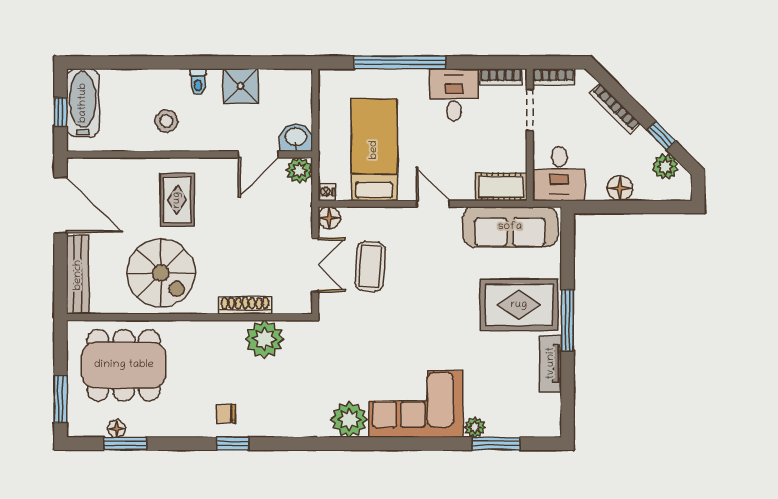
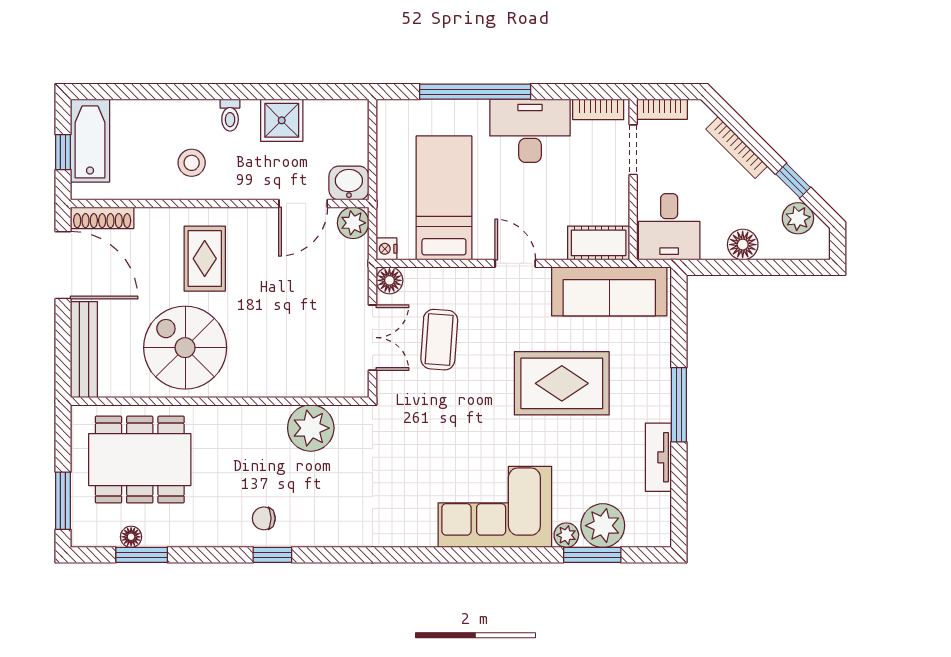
desk: (454, 95) -> (530, 131), width x1.37
spiral stairs: (161, 273) -> (185, 348), turned 180
shoe rack: (245, 305) -> (102, 218), moved, turned 180
rug: (519, 305) -> (562, 383), moved
plant: (349, 419) -> (603, 526), moved

